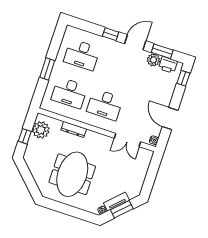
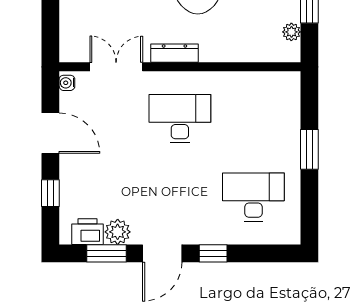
window: (183, 78) -> (50, 193), moved
desk: (69, 93) -> (253, 119), removed
dresser: (74, 129) -> (174, 53), moved
plant: (41, 130) -> (291, 32), width x0.53, depth x0.53

